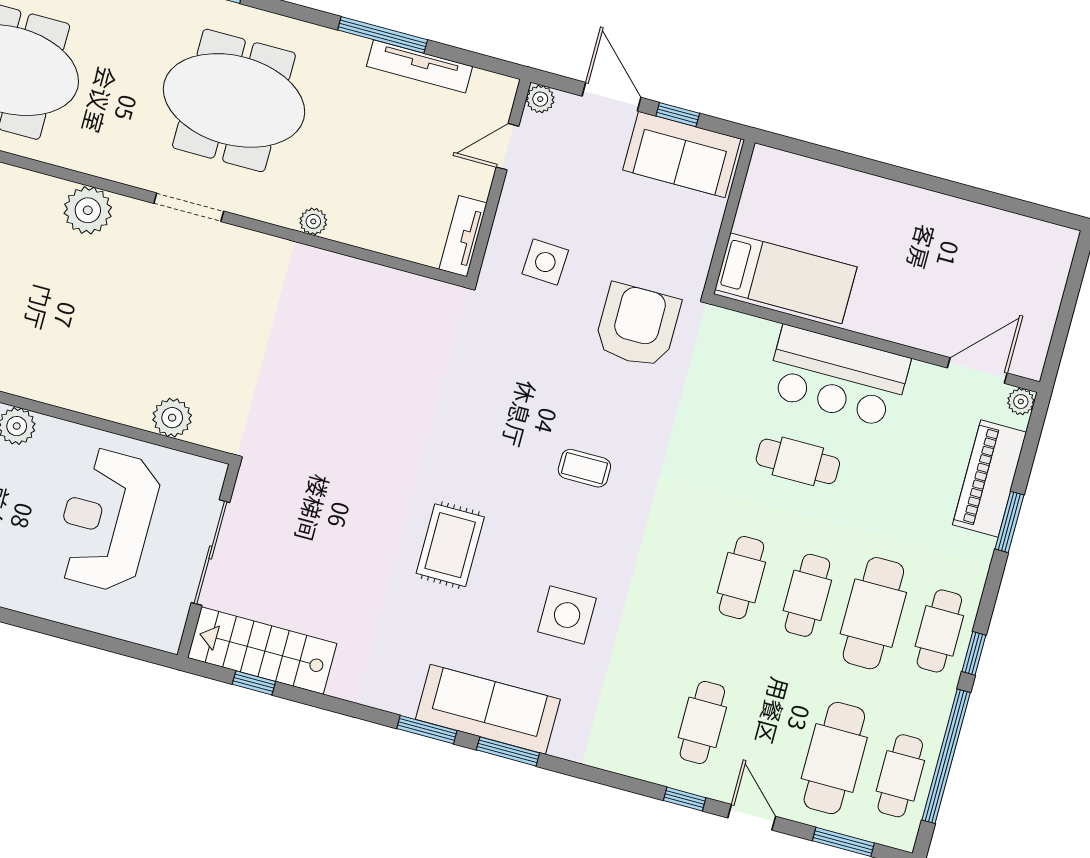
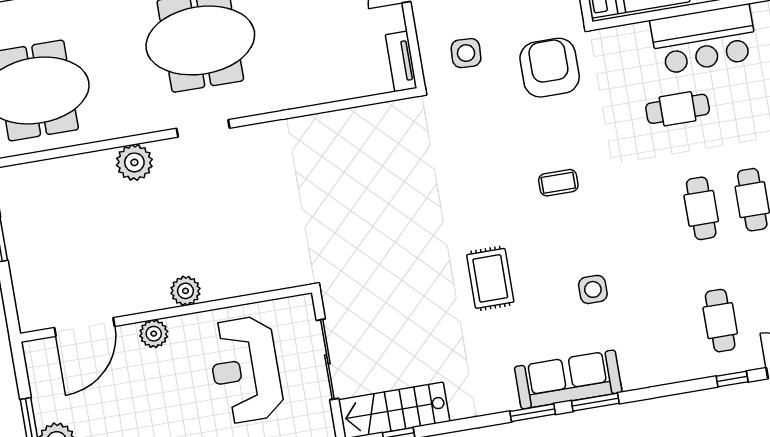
plant: (313, 221) -> (293, 99), removed
plant: (172, 418) -> (185, 291), moved
cafe table: (798, 461) -> (678, 109), moved
side table: (567, 615) -> (593, 289), width x0.73, depth x0.73

